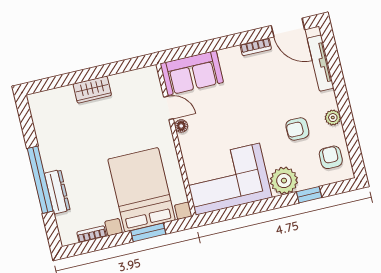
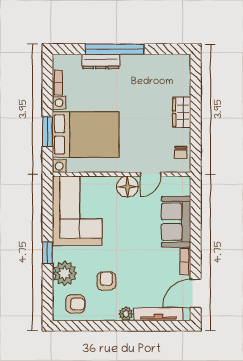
sofa: (192, 73) -> (176, 222), moved
chair: (137, 80) -> (181, 153), added
plant: (333, 118) -> (126, 314), moved
floor lamp: (181, 126) -> (127, 187), width x1.89, depth x1.89
plant: (284, 181) -> (65, 273), moved
window: (309, 195) -> (47, 253), moved

